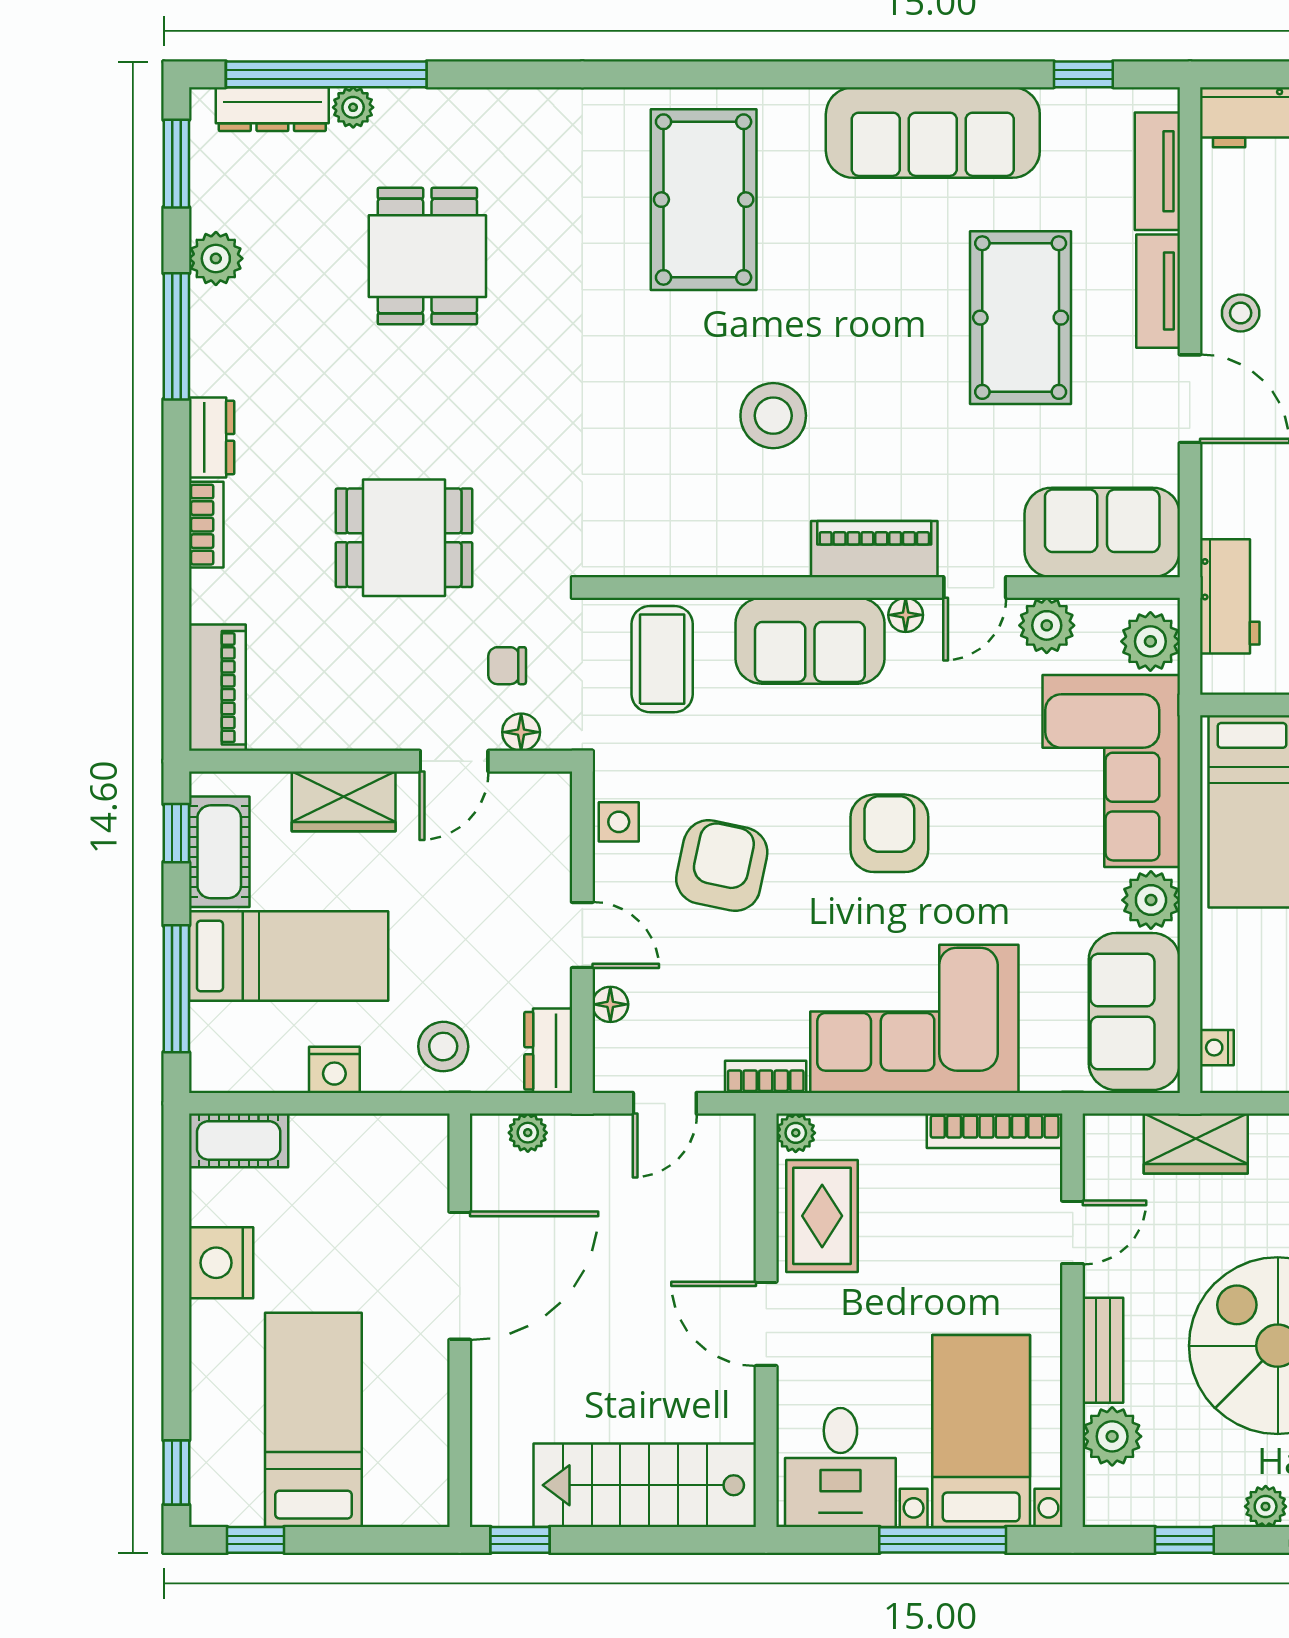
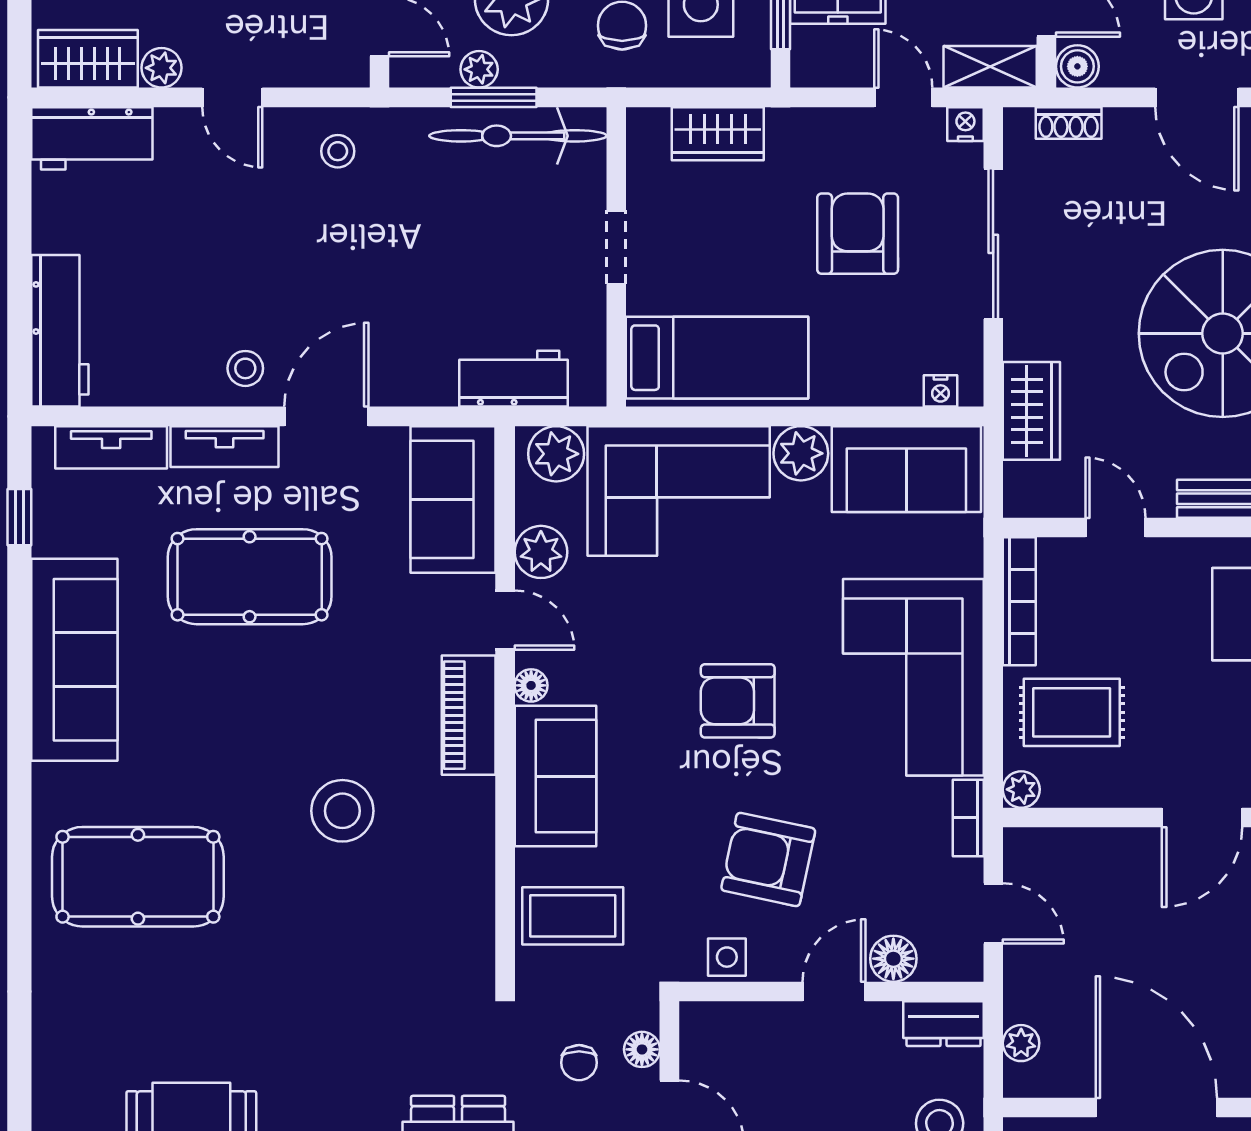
floor lamp: (610, 1004) -> (893, 959), width x1.37, depth x1.37
rug: (822, 1216) -> (1072, 712), moved

